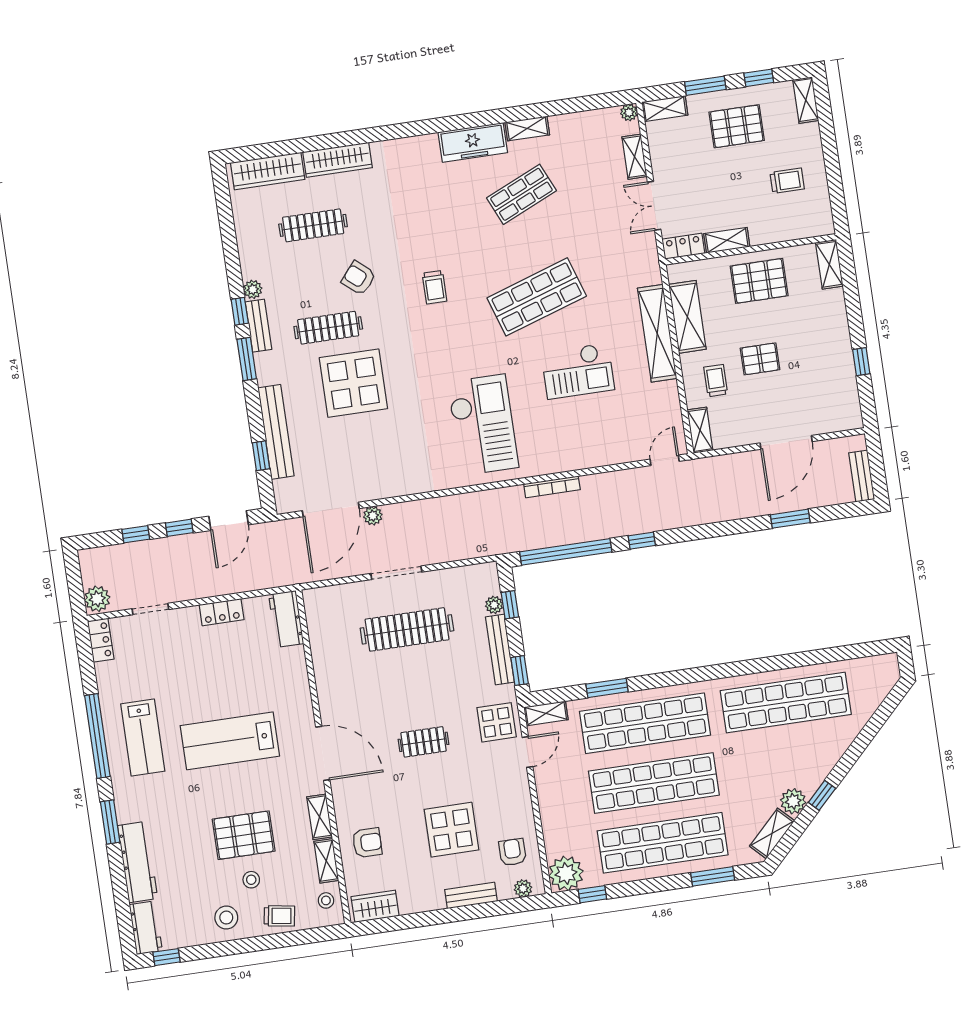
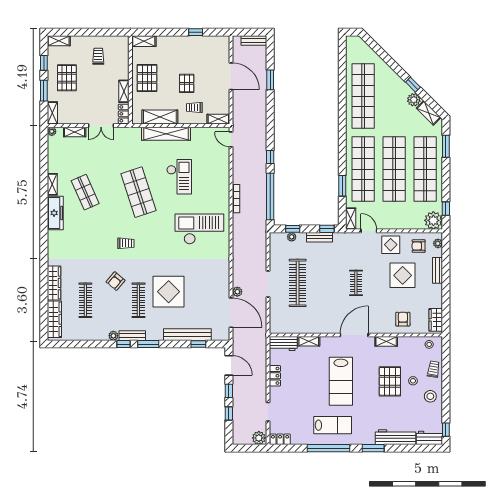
bench: (500, 650) -> (319, 237), width x0.73
display table: (497, 722) -> (391, 245), moved
shelving: (326, 861) -> (309, 341), moved

